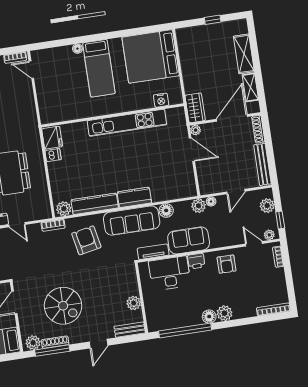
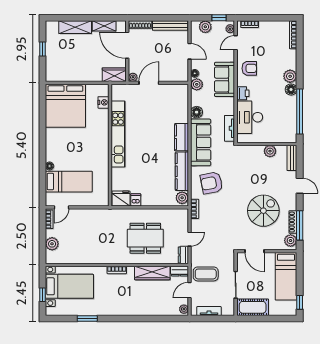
bed: (99, 68) -> (69, 182), moved
sofa: (189, 240) -> (225, 79), moved

